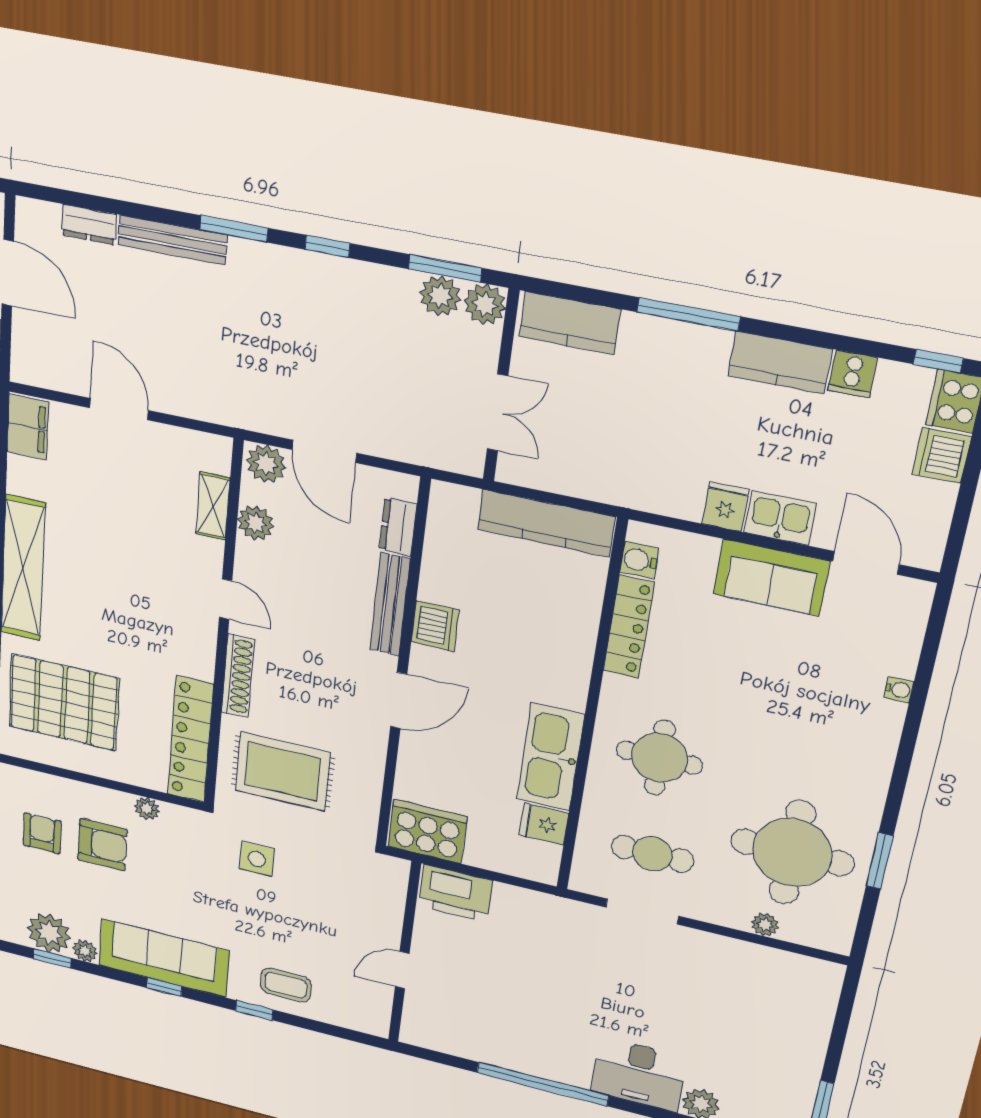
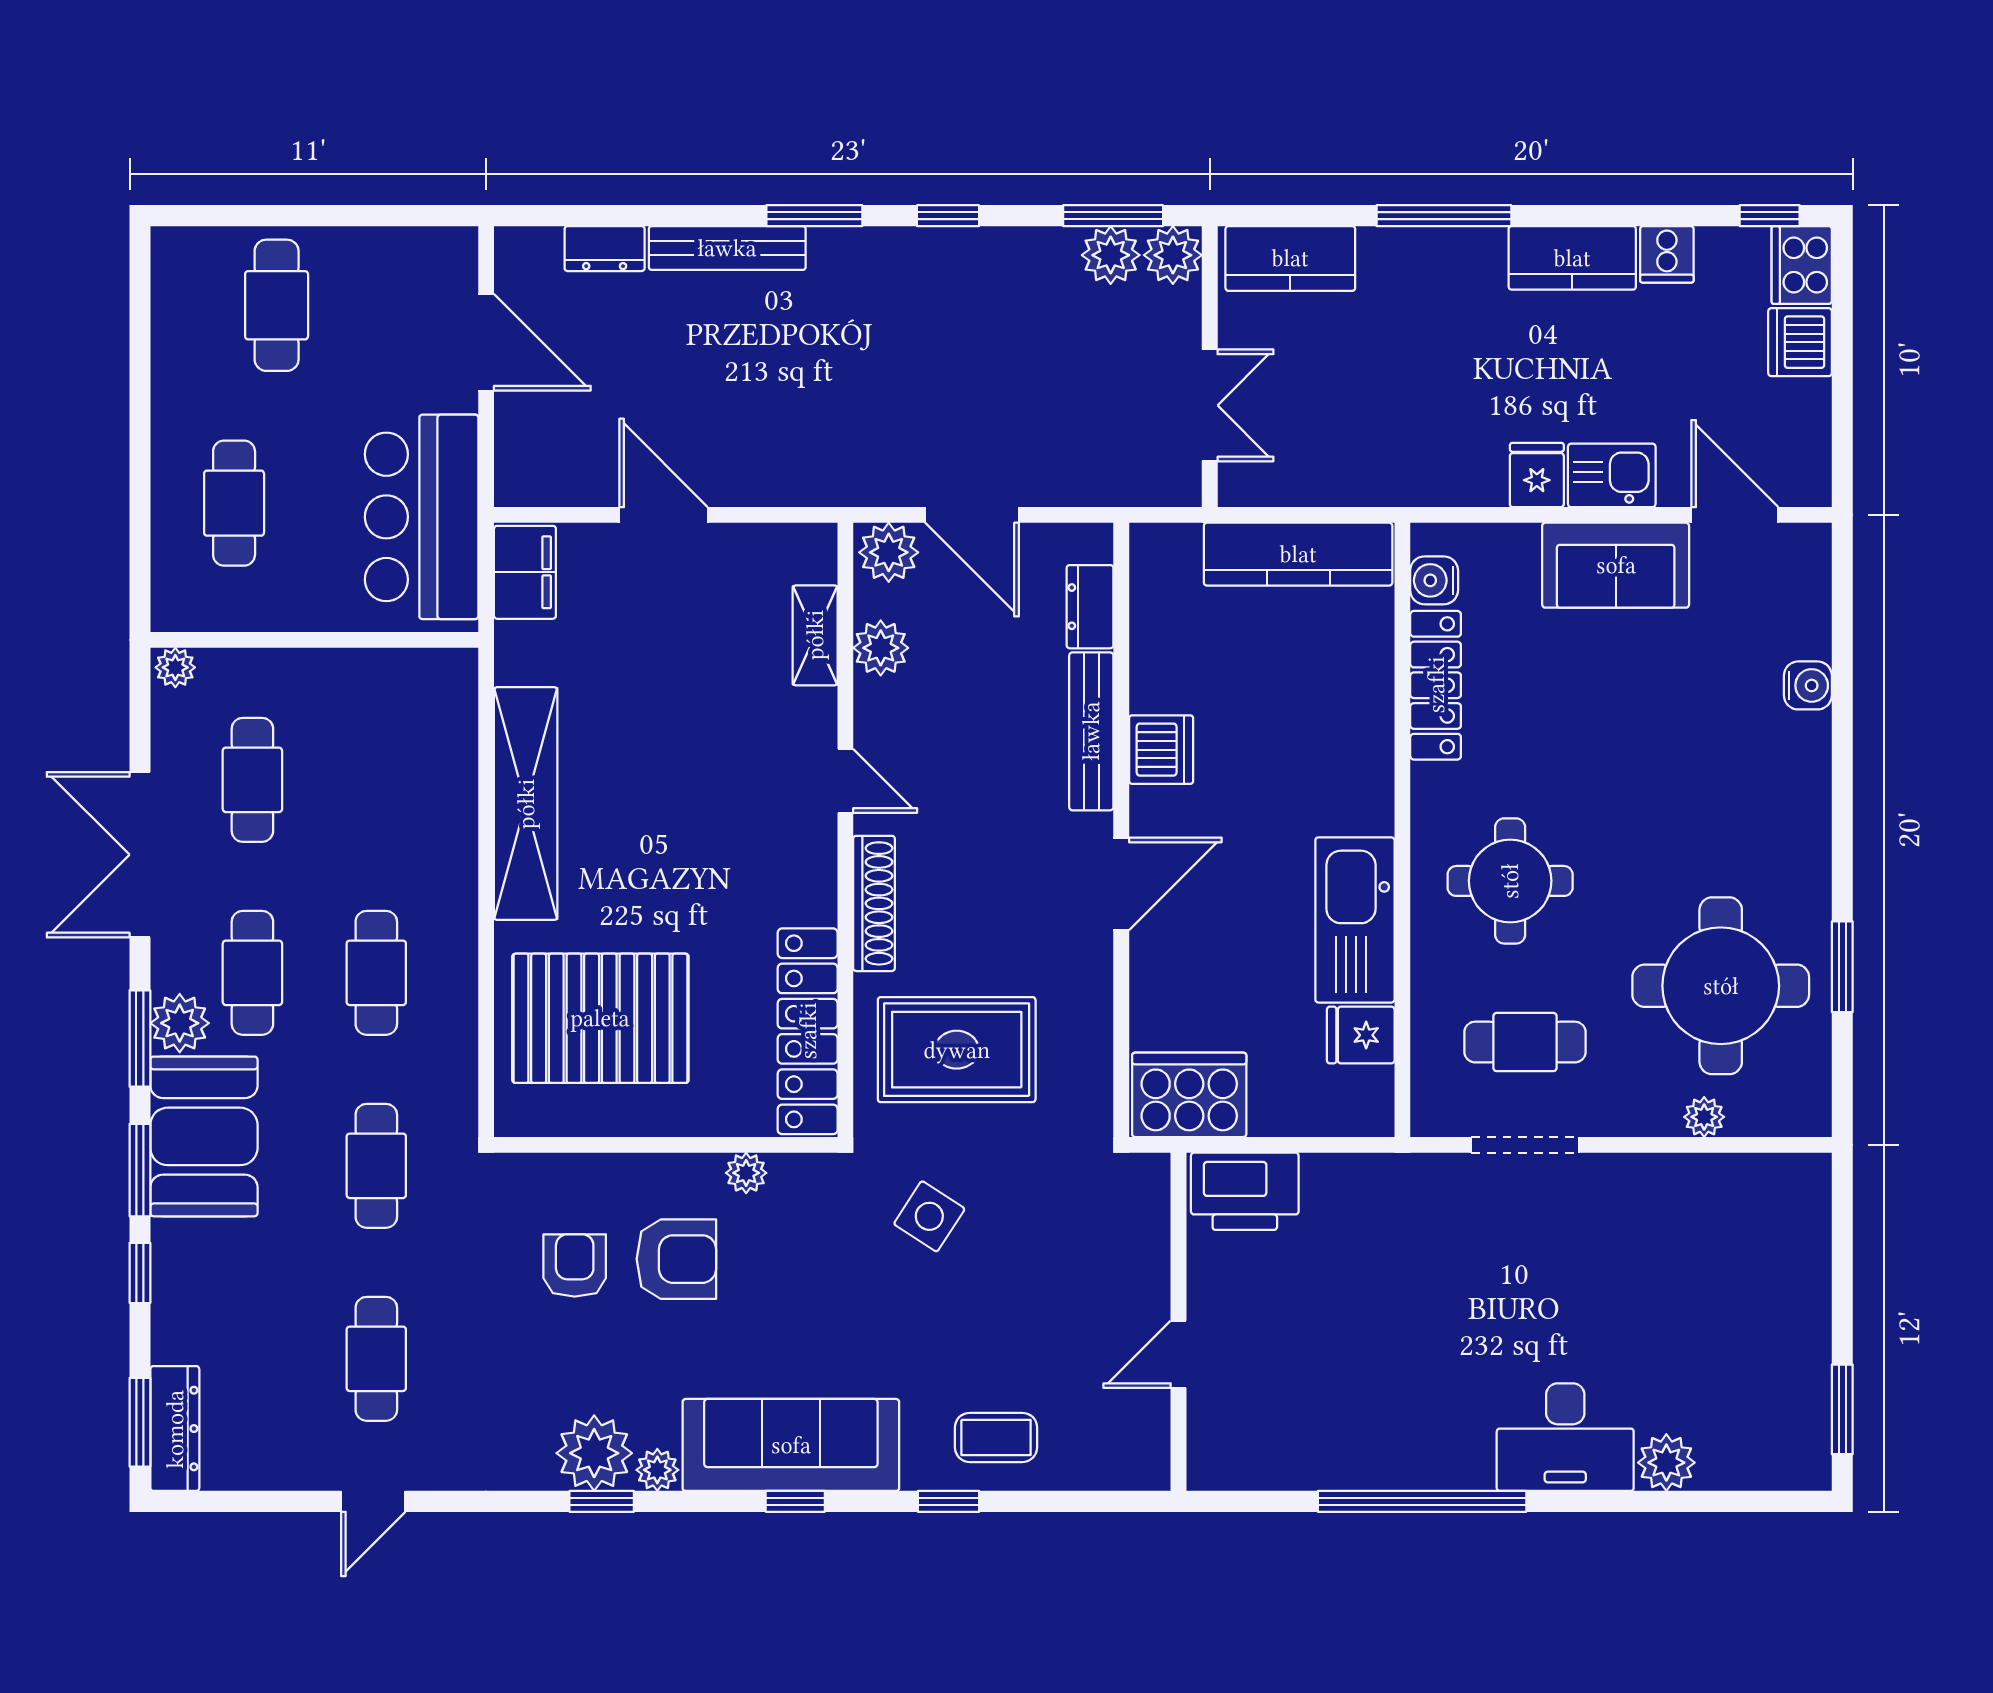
water cooler: (899, 690) -> (1808, 685), width x1.38, depth x1.38
side table: (257, 859) -> (929, 1216), turned 33

